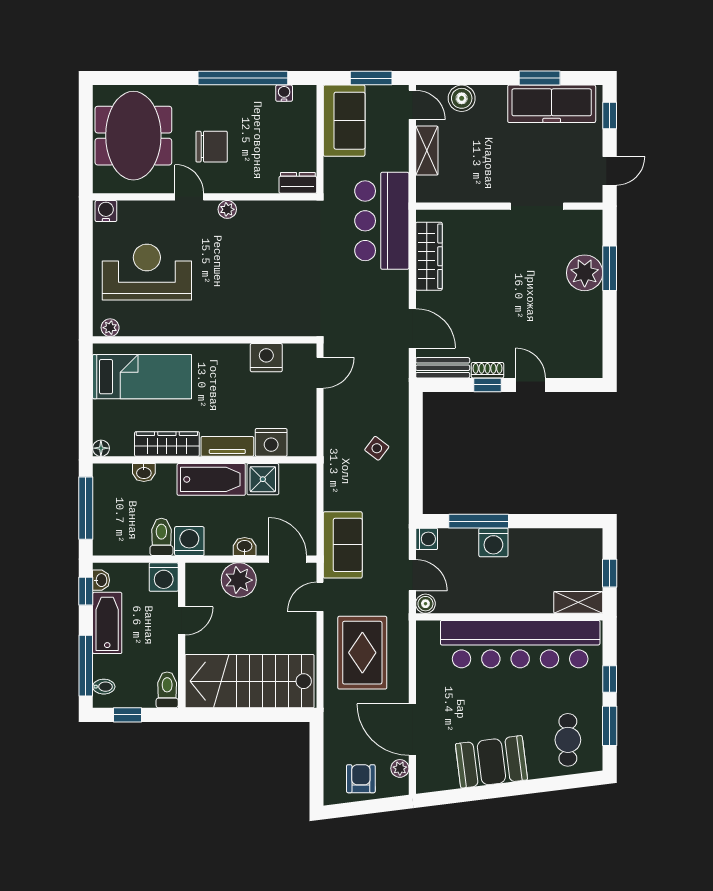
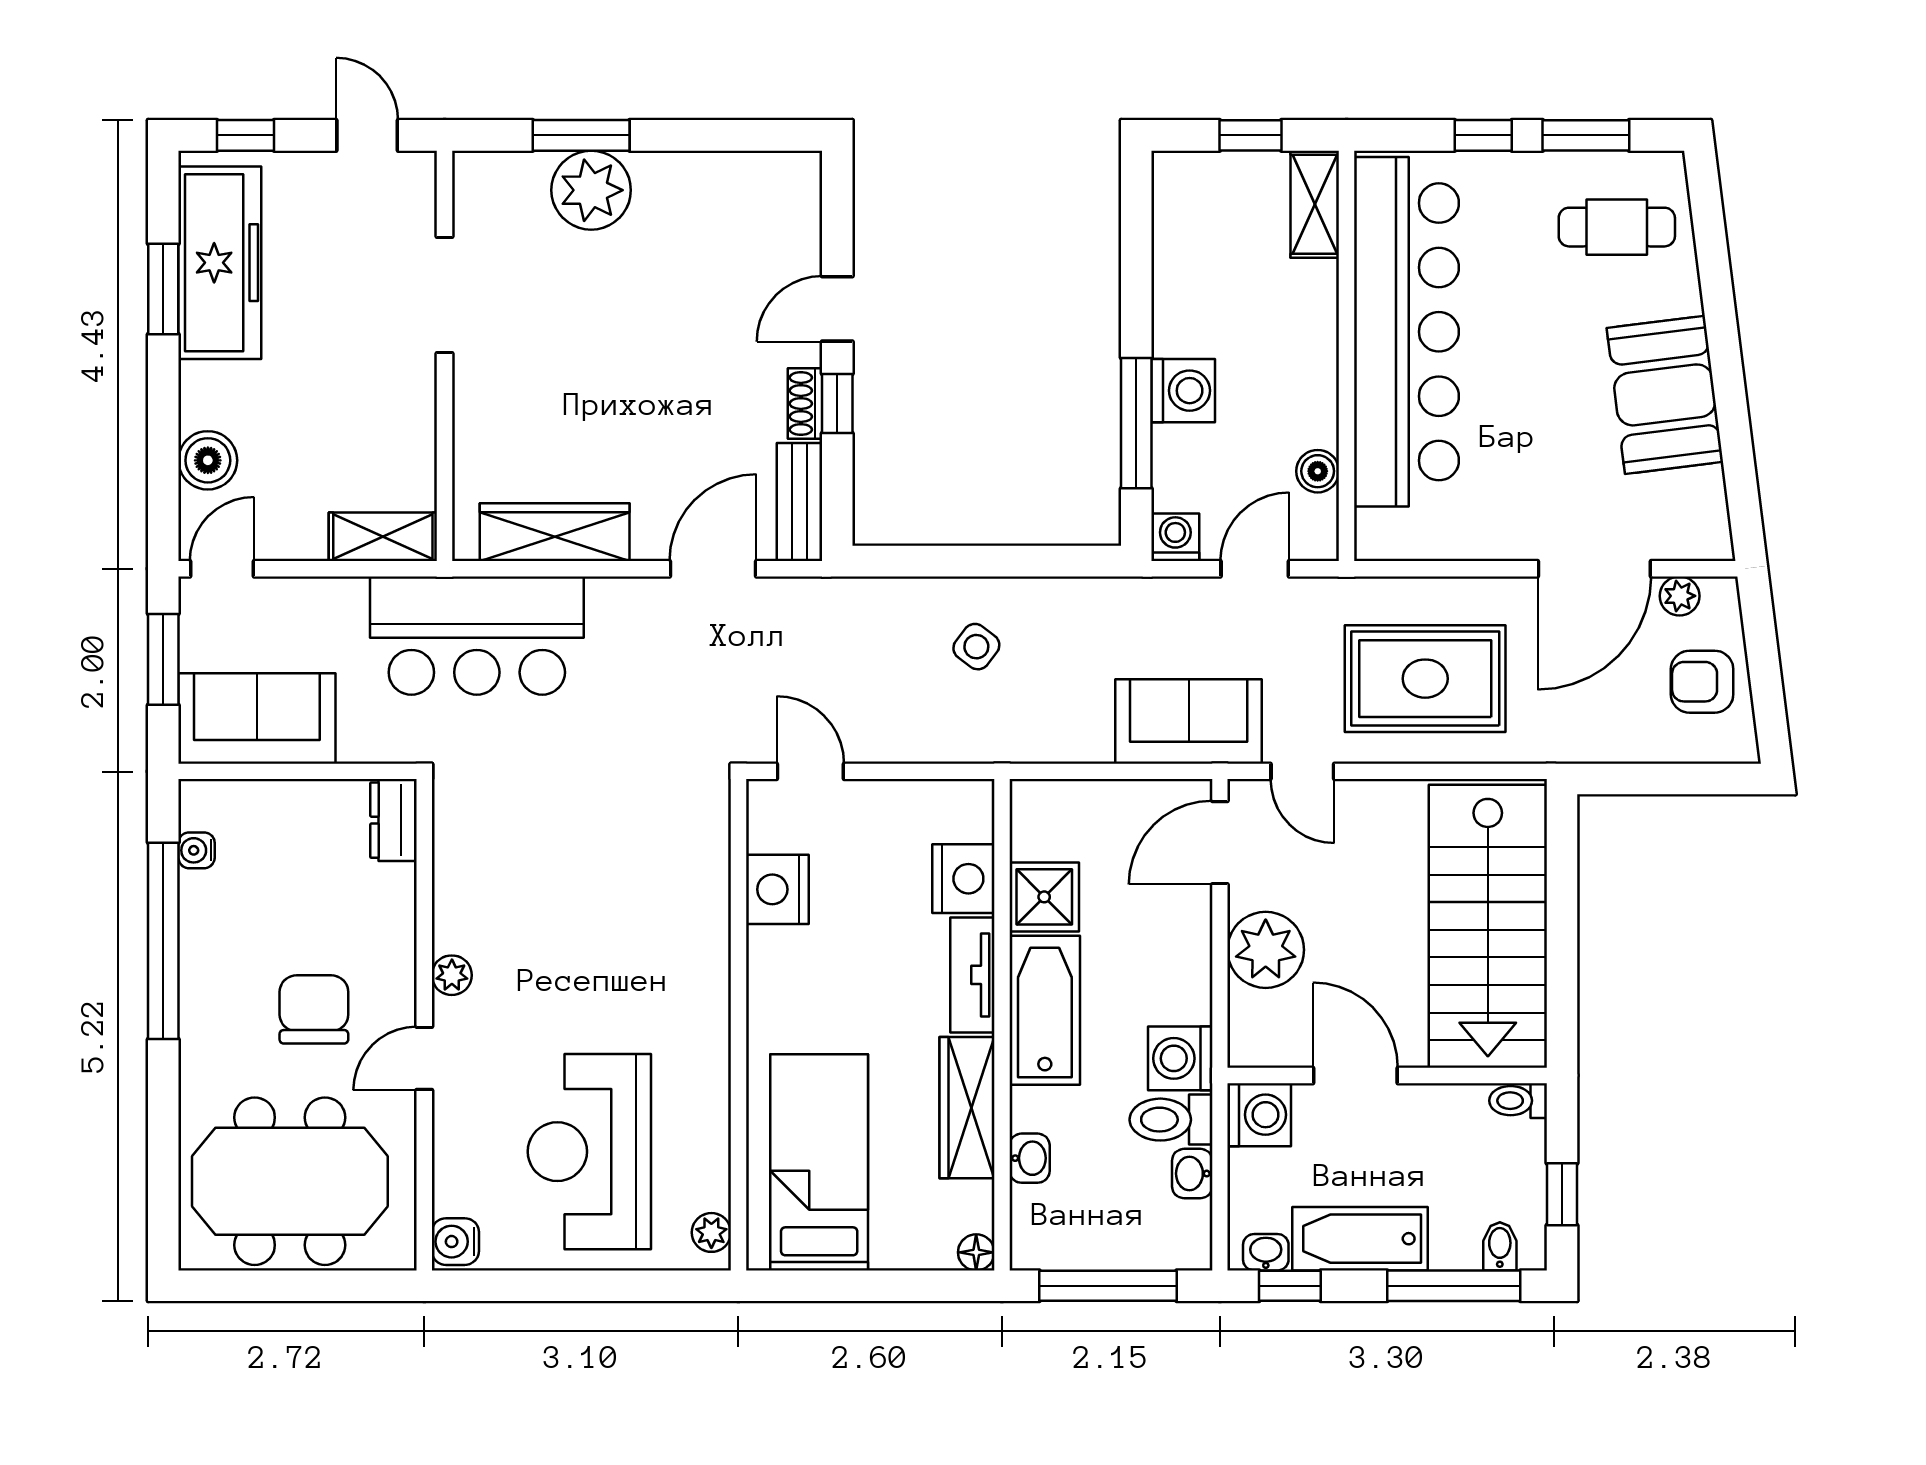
shelving: (427, 151) -> (383, 537), moved
washbasin: (245, 547) -> (1192, 1174), moved
boiler: (425, 604) -> (1318, 471), moved
door: (182, 621) -> (1355, 1075), width x1.37
toilet: (167, 690) -> (1518, 1101), width x0.73, depth x0.72

